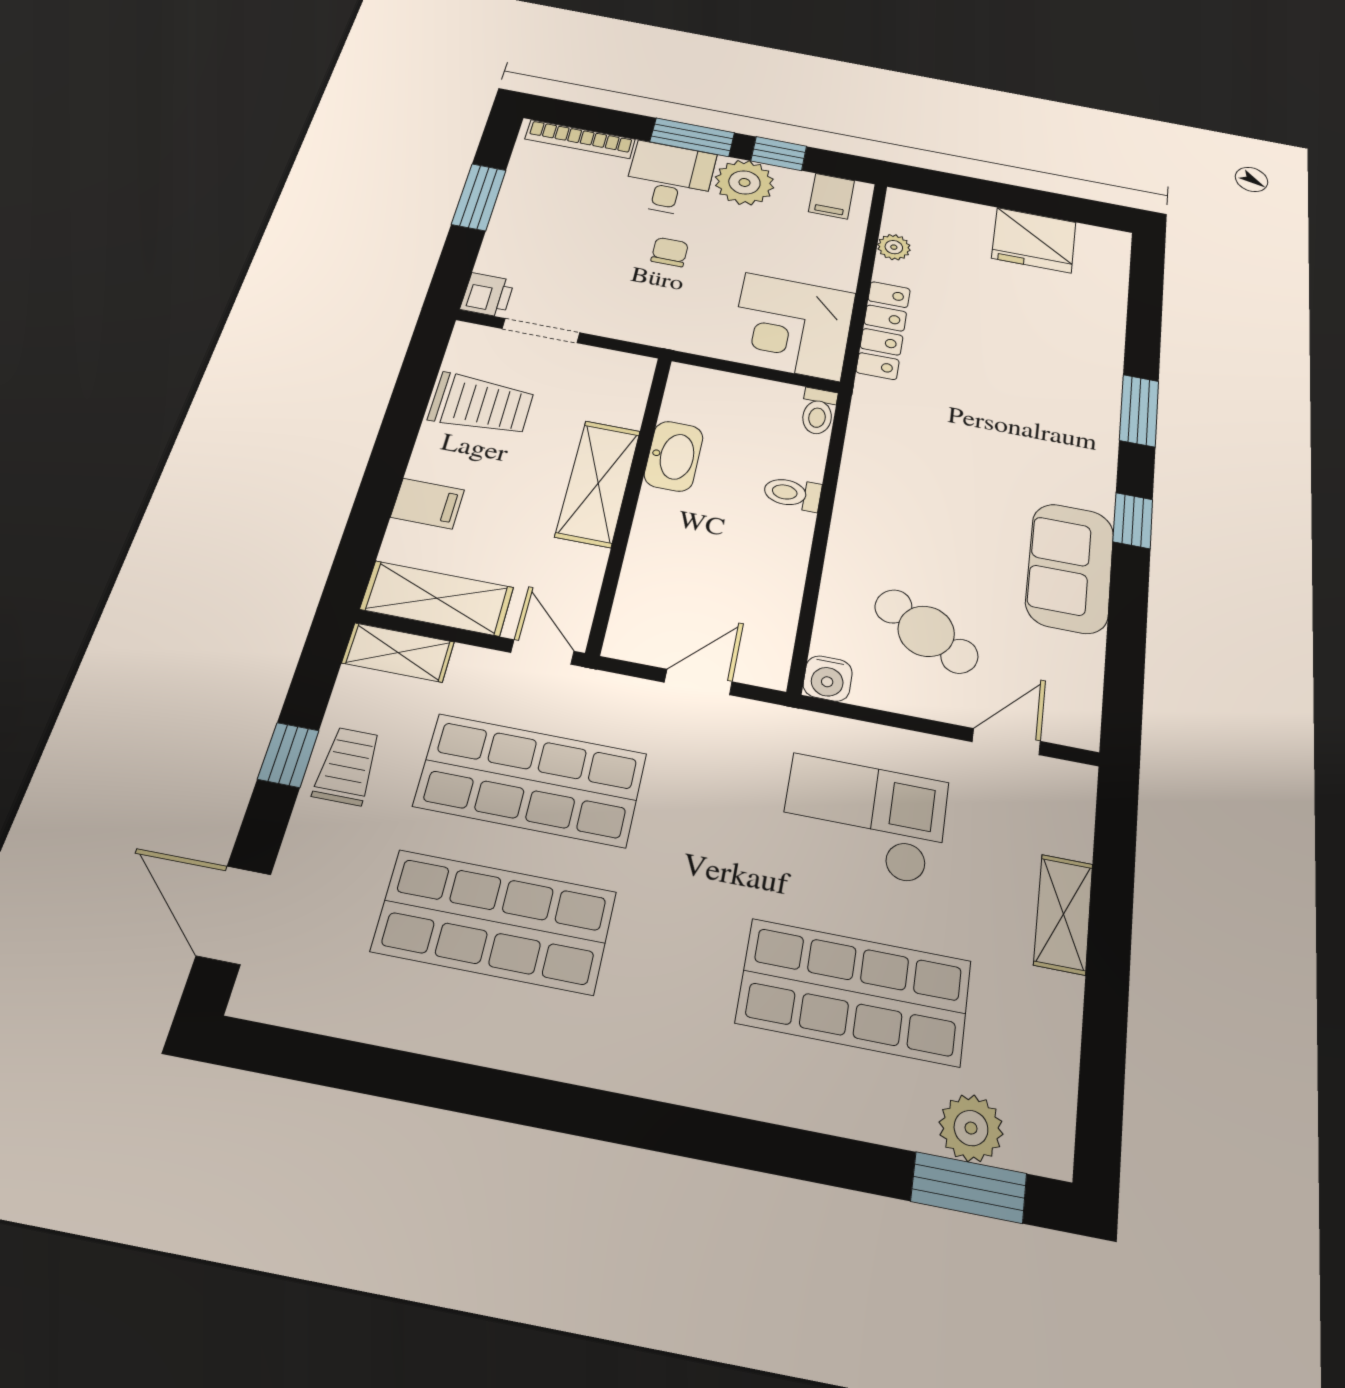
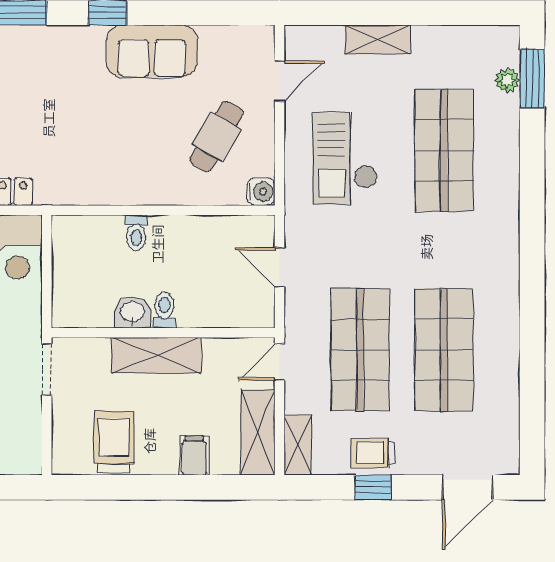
printer: (487, 295) -> (26, 460), removed
doorway: (541, 331) -> (47, 369), moved
toilet: (818, 412) -> (165, 310), moved, turned -90
washbasin: (674, 456) -> (132, 312), width x0.72
door: (1006, 742) -> (279, 81), swing flipped
plant: (971, 1128) -> (507, 80), width x0.73, depth x0.73

